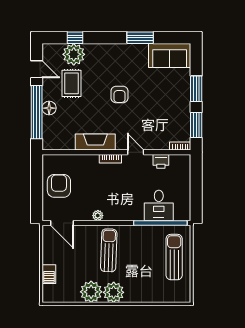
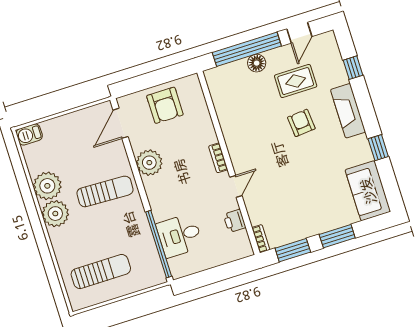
window: (140, 38) -> (378, 148), width x0.67
plant: (74, 54) -> (332, 73), removed
armchair: (120, 95) -> (301, 123), moved, turned 85
fireplace: (95, 142) -> (348, 111), moved, turned 180
armchair: (59, 186) -> (165, 105), turned 90
plant: (98, 216) -> (149, 163), width x1.88, depth x1.88
sun lounger: (174, 257) -> (101, 271), moved
barbecue: (49, 274) -> (29, 135), moved

